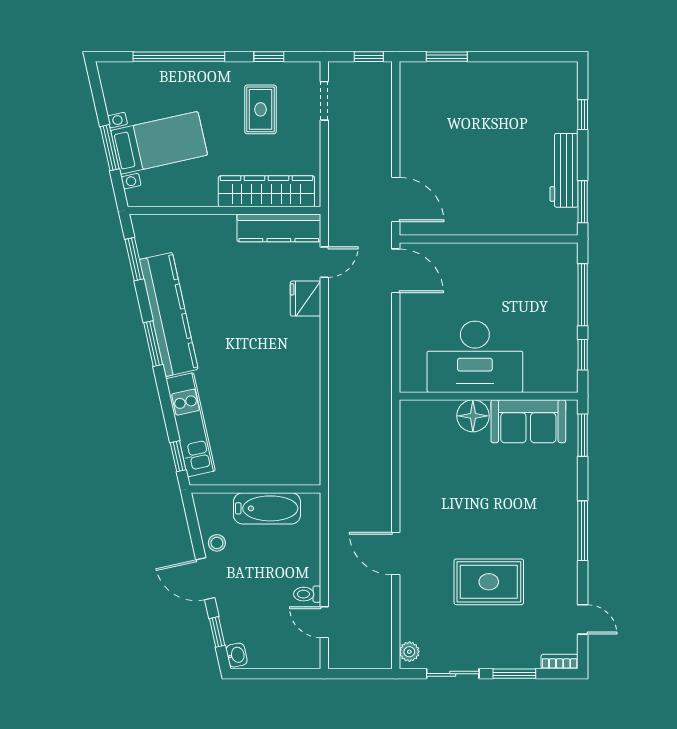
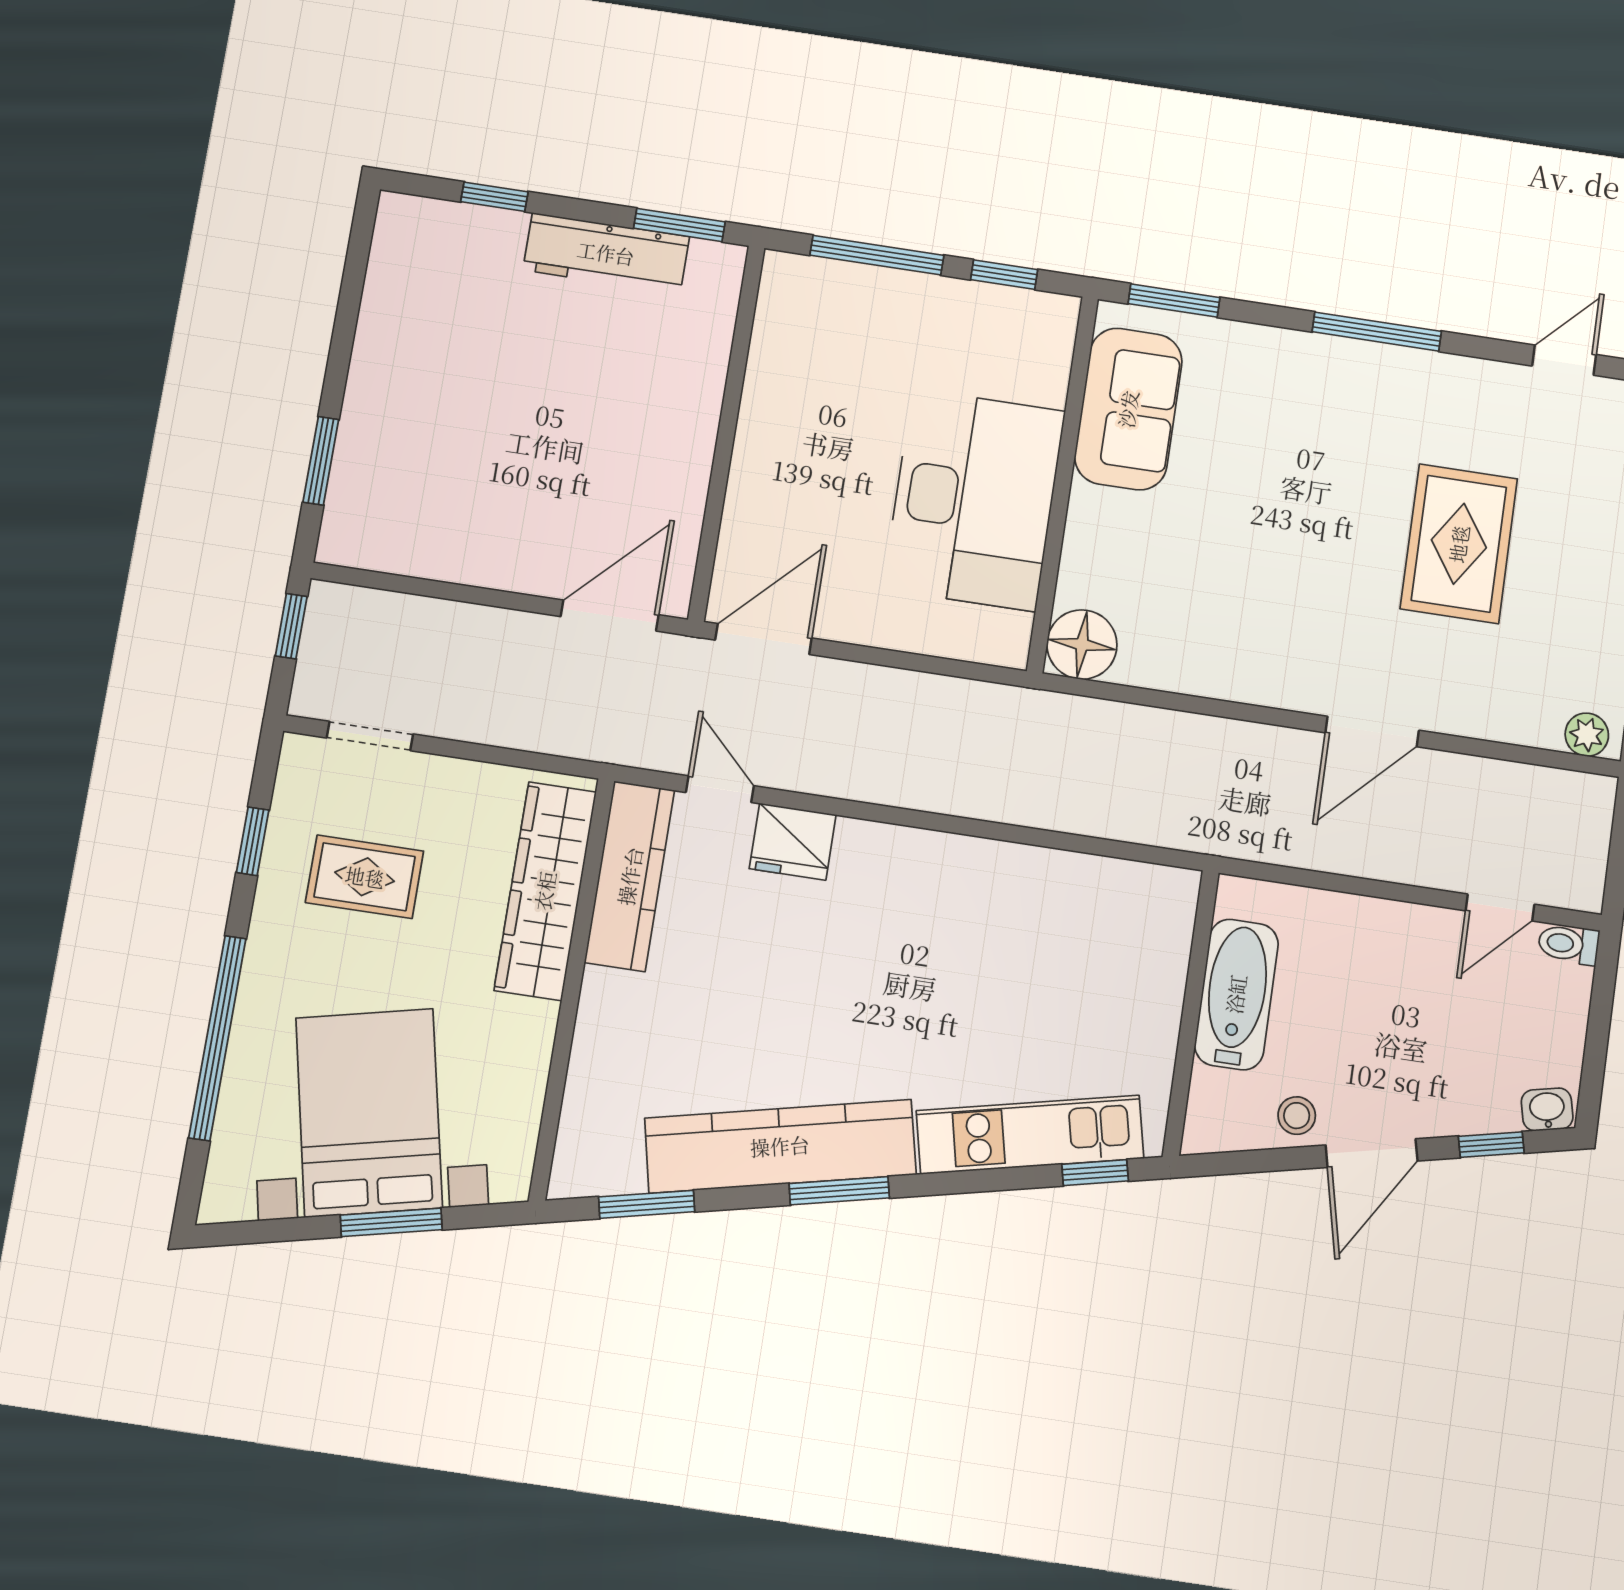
bed with nightstands: (159, 143) -> (369, 1113), width x1.36
floor lamp: (473, 416) -> (1082, 645), moved
toilet: (307, 594) -> (1569, 944), moved, turned 90

